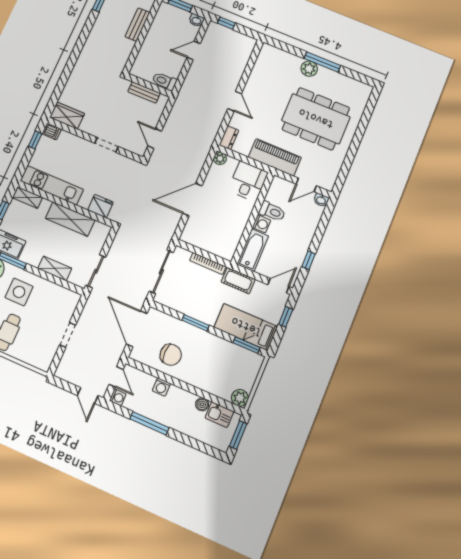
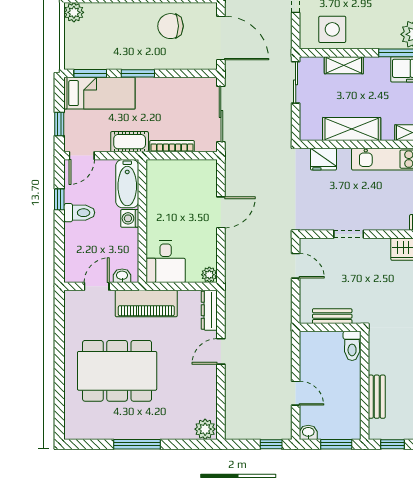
door: (194, 50) -> (296, 393), hinge flipped
plant: (309, 69) -> (205, 429), moved
toilet: (164, 81) -> (352, 346), moved, turned 90
door: (235, 101) -> (221, 351), hinge flipped
dresser: (229, 138) -> (209, 310), width x1.44
door: (192, 200) -> (221, 212), width x0.73
washbasin: (321, 200) -> (122, 276), moved
toilet: (272, 211) -> (79, 213), moved, turned 180
side table: (19, 292) -> (332, 29), moved
window: (196, 323) -> (138, 73), moved

